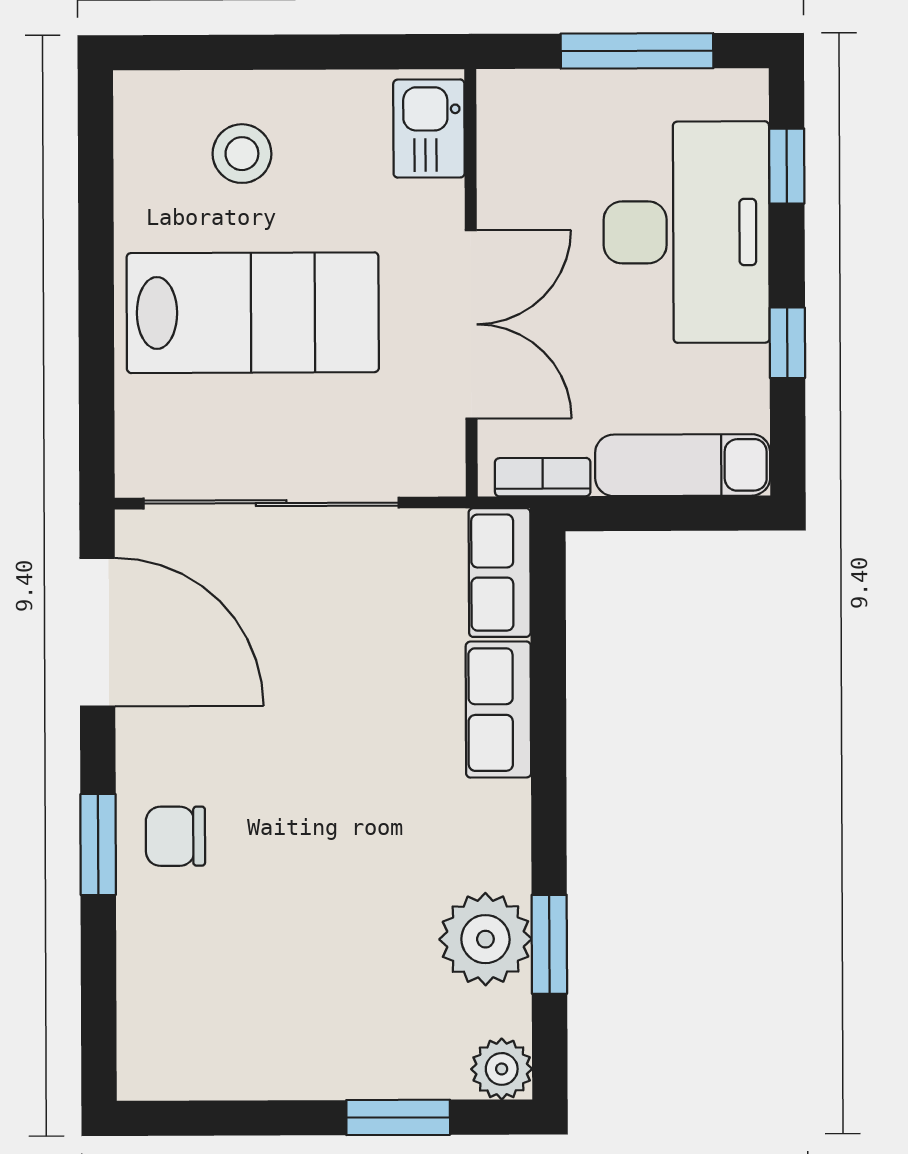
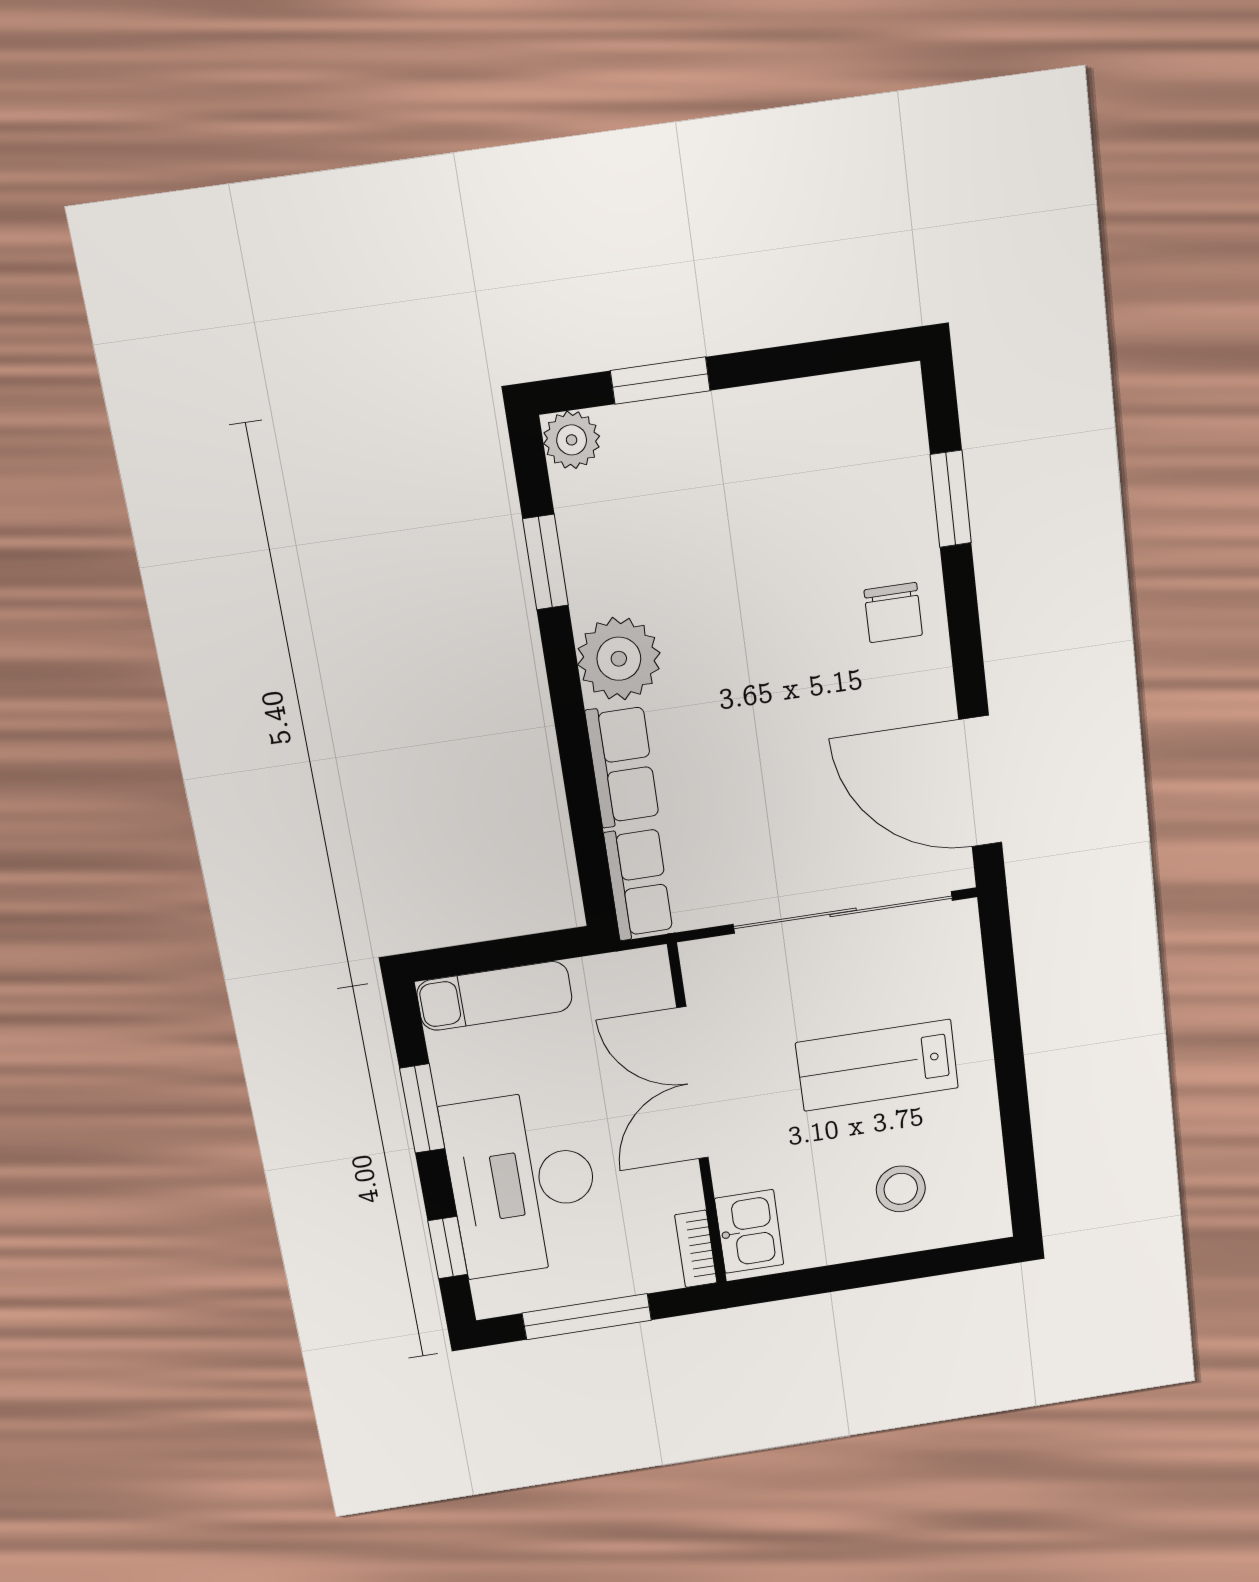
lab bench: (253, 313) -> (877, 1065), width x0.73, depth x0.72
window: (787, 343) -> (422, 1109), width x1.50
bookcase: (543, 477) -> (696, 1249), moved, turned 90
chair: (175, 836) -> (893, 613), turned 90
window: (98, 844) -> (951, 499), moved
plant: (485, 939) -> (619, 659), moved

